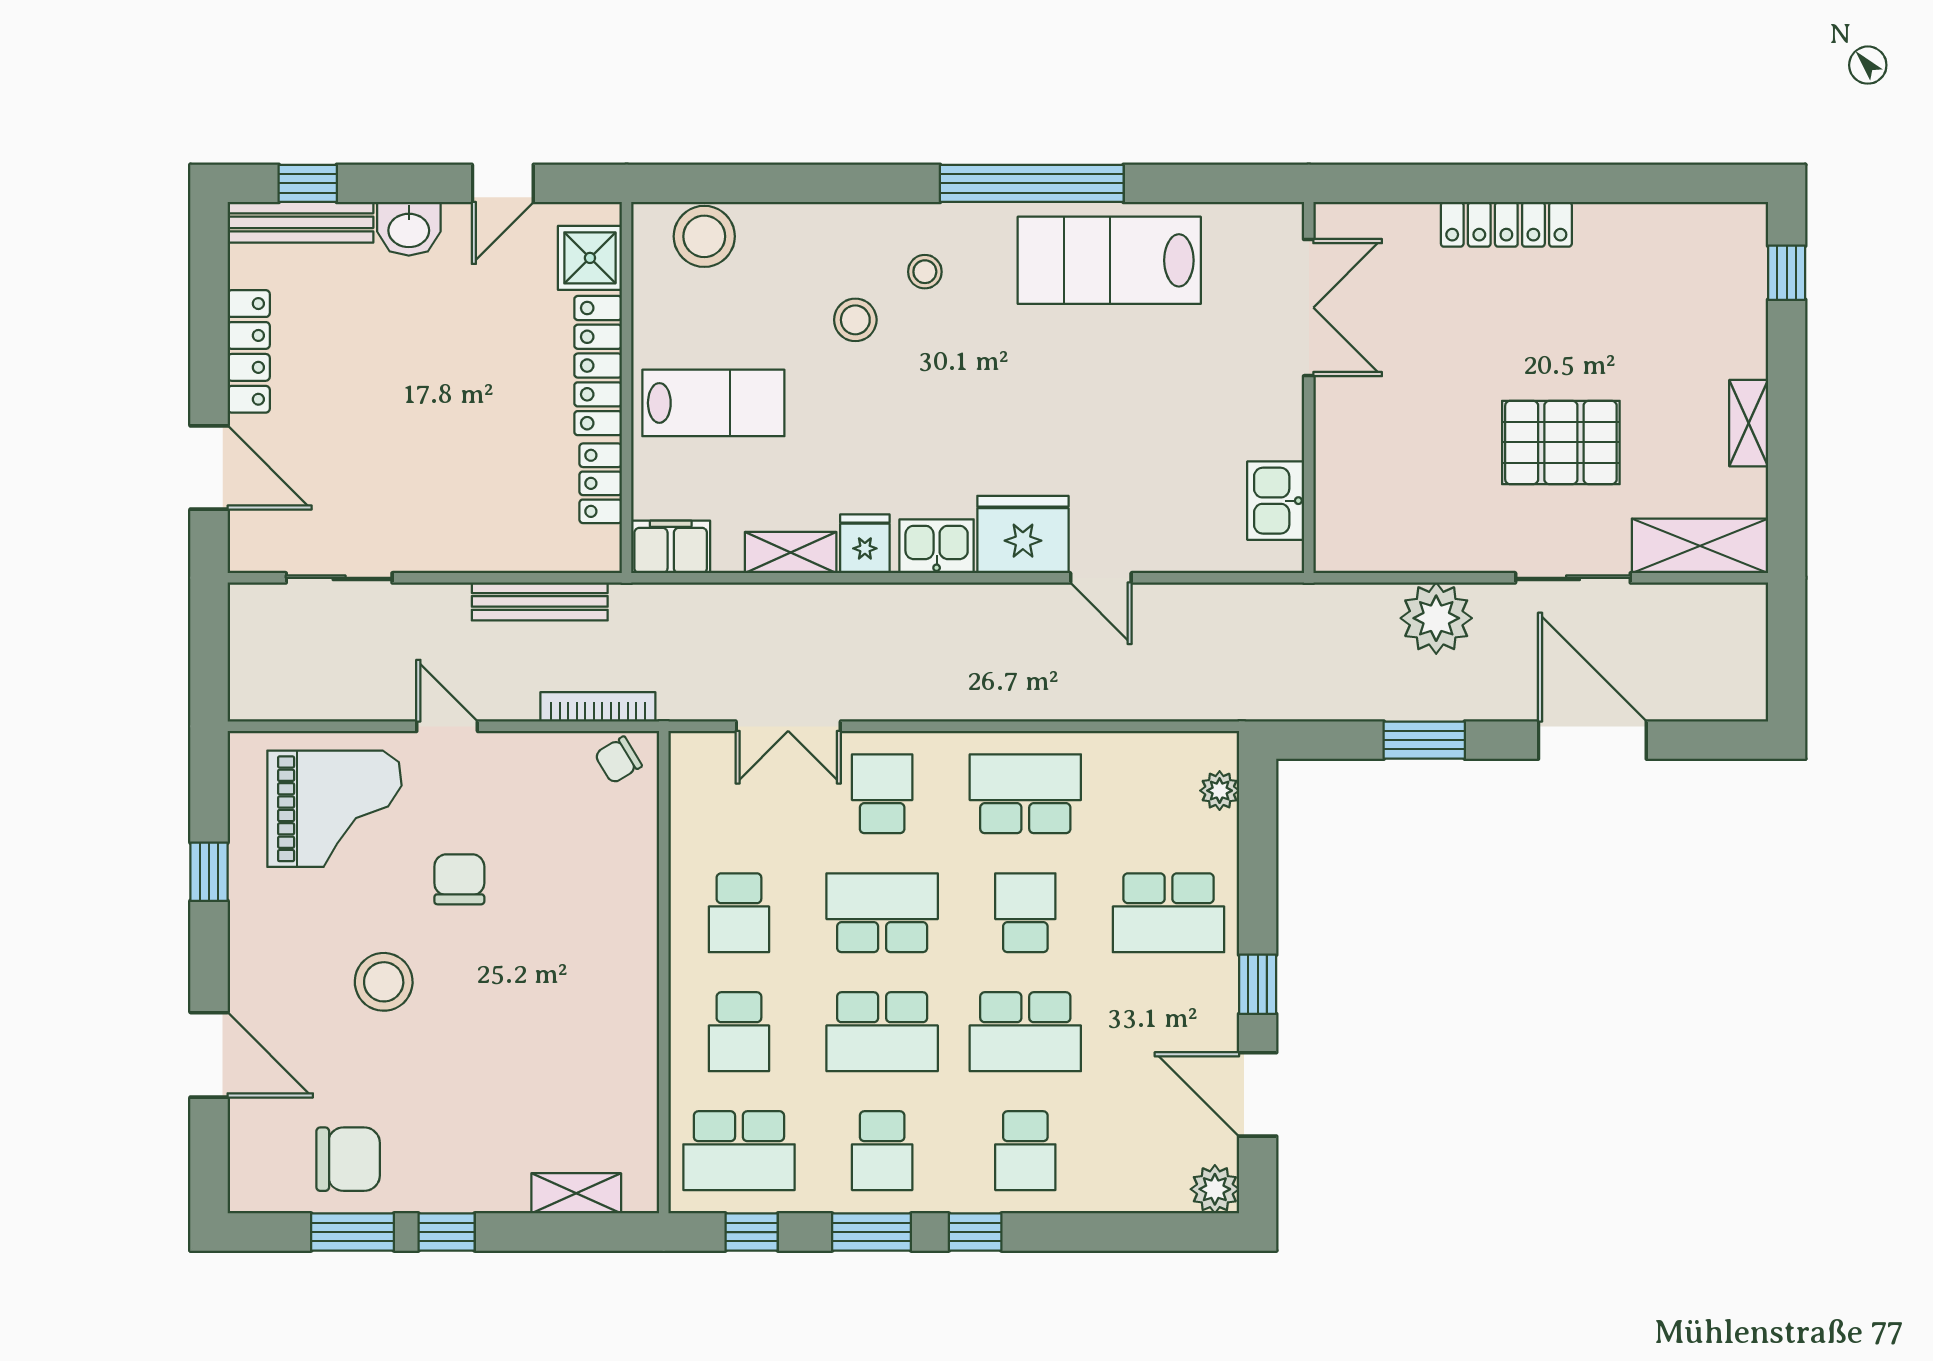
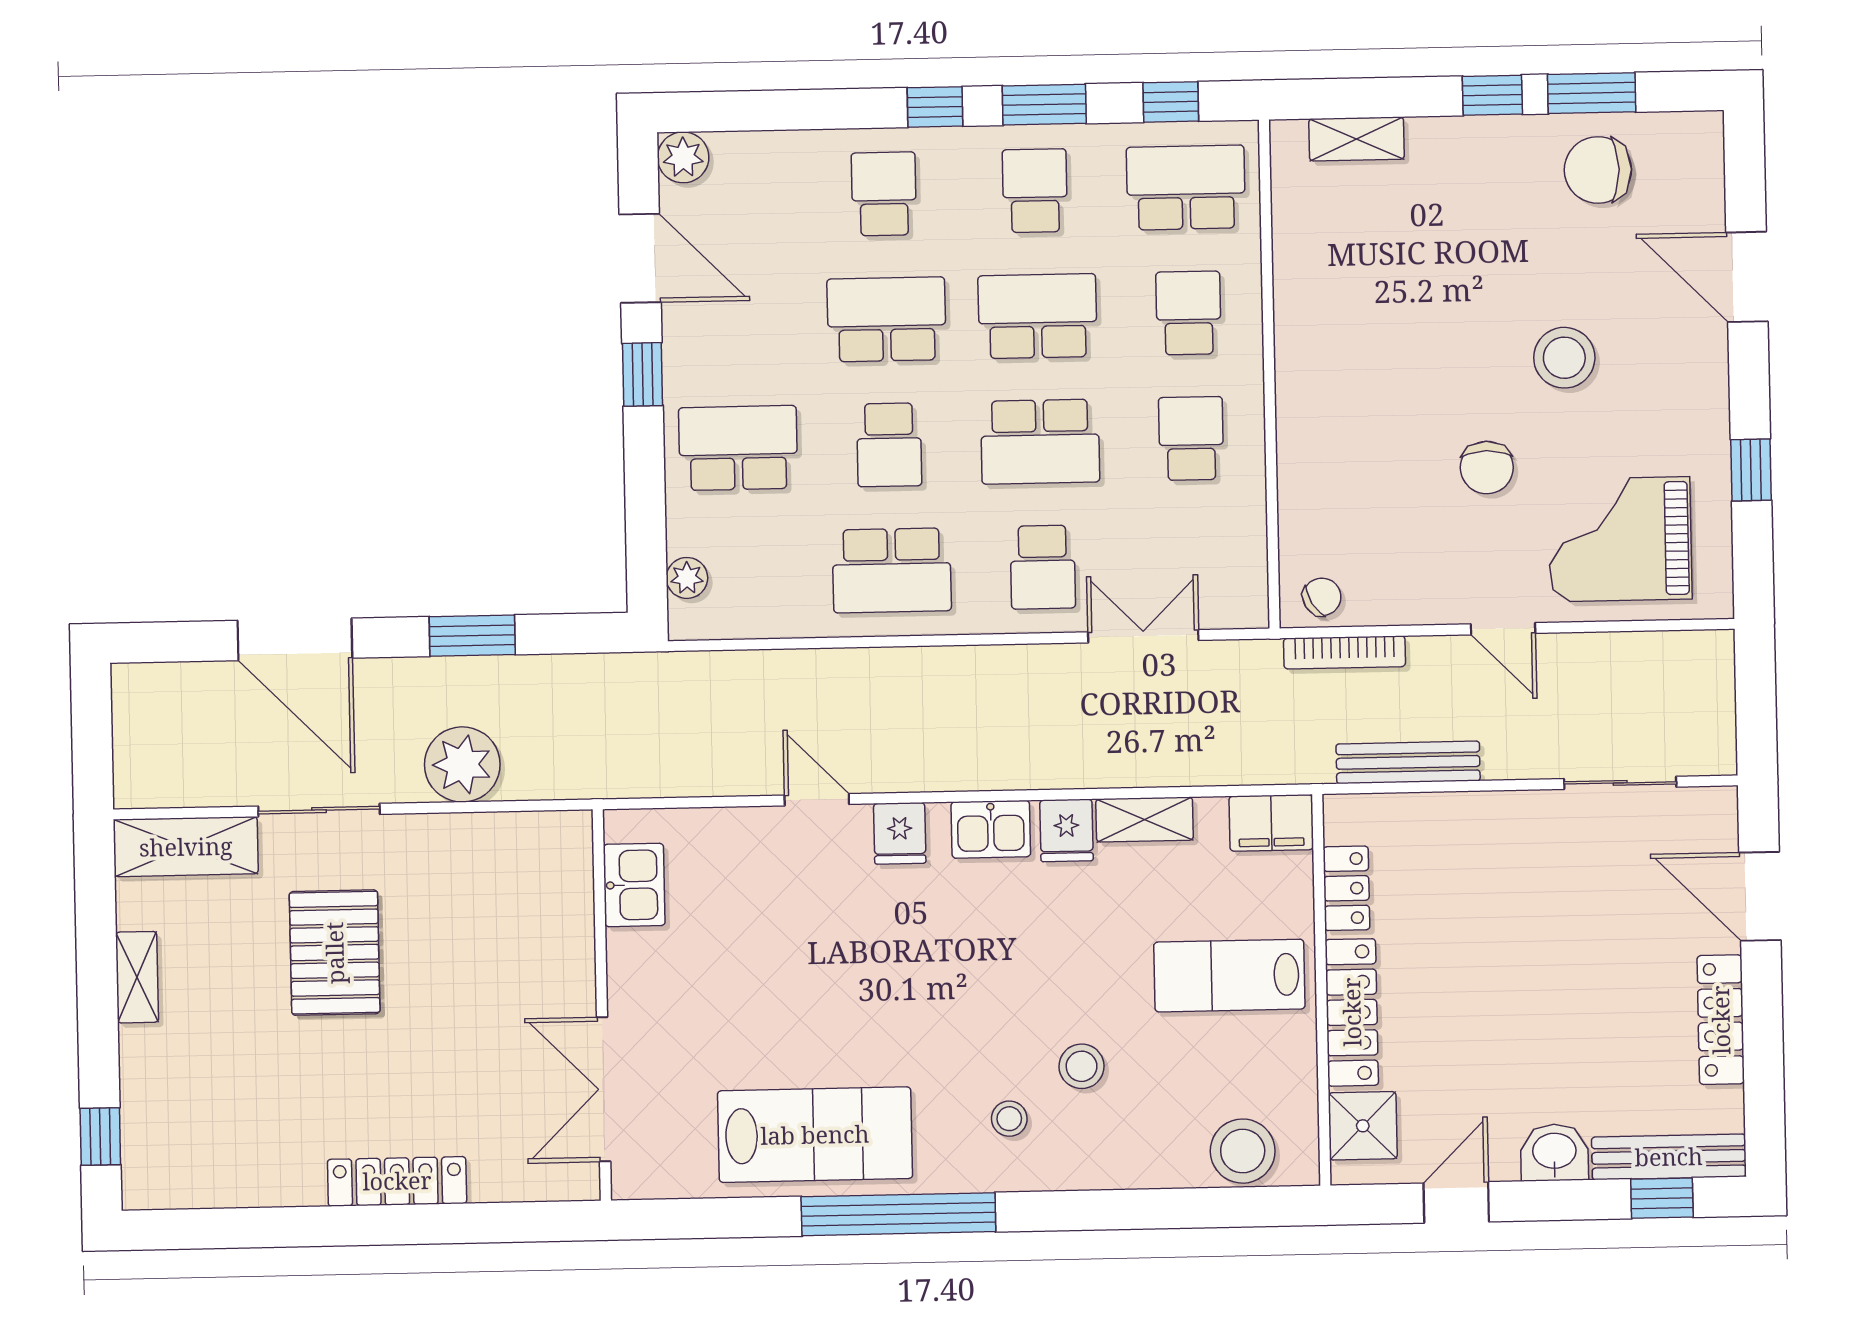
pallet: (1561, 442) -> (335, 953), turned 90
fridge: (1023, 534) -> (900, 833), width x0.53, depth x0.75

